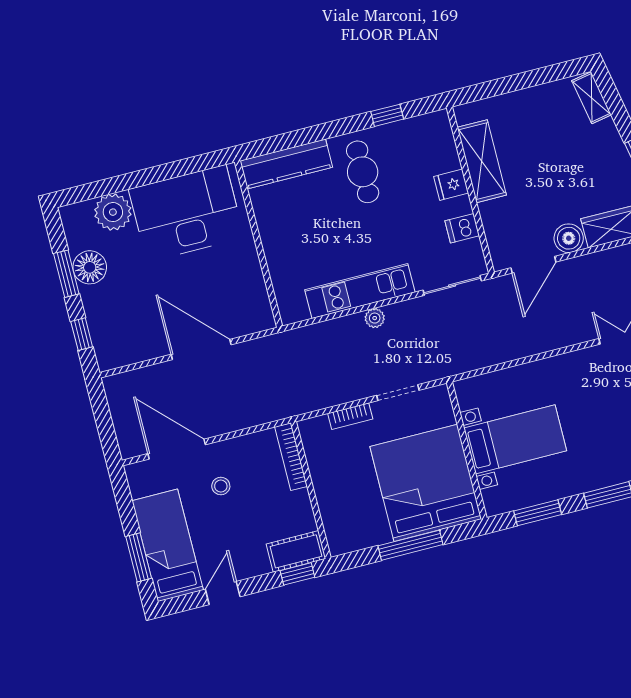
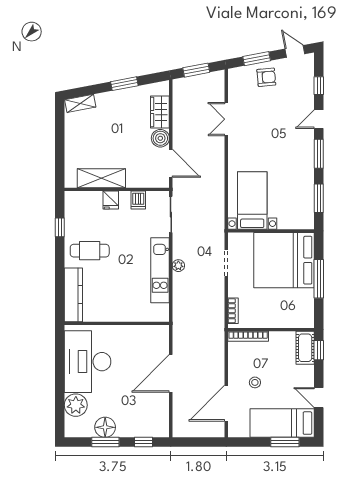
bookcase: (350, 416) -> (233, 311), moved
bed with nightstands: (515, 439) -> (252, 201), moved

